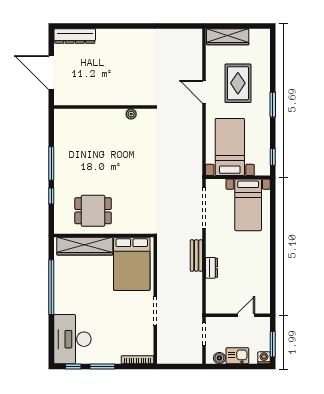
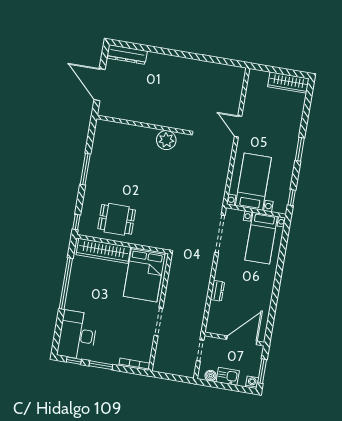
wardrobe: (228, 37) -> (288, 83), moved
rug: (238, 83) -> (271, 124), removed
plant: (131, 114) -> (166, 140), width x1.88, depth x1.88
window: (51, 196) -> (76, 222), moved
bench: (196, 256) -> (205, 277), removed
door: (246, 315) -> (242, 340), width x1.87

